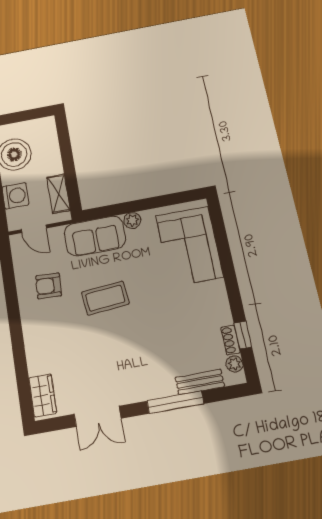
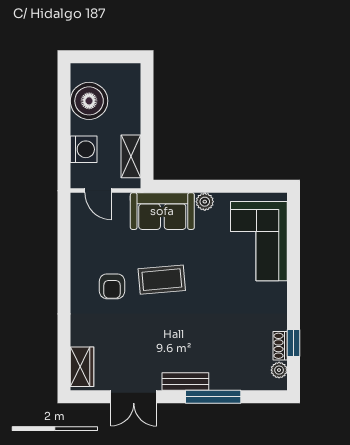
armchair: (48, 286) -> (112, 286), moved, turned -93
bench: (200, 382) -> (185, 382), moved

